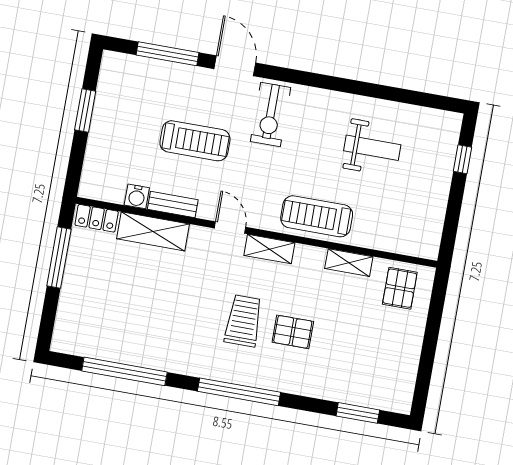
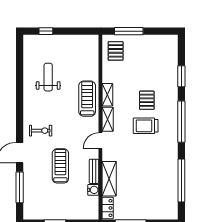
exercise bike: (271, 114) -> (41, 131), width x0.73, depth x0.72
treadmill: (317, 216) -> (87, 99), turned 180
shelving: (349, 263) -> (107, 95), moved
pallet: (400, 288) -> (116, 51), turned 90
window: (434, 321) -> (129, 31), added
window: (358, 413) -> (181, 76), moved

